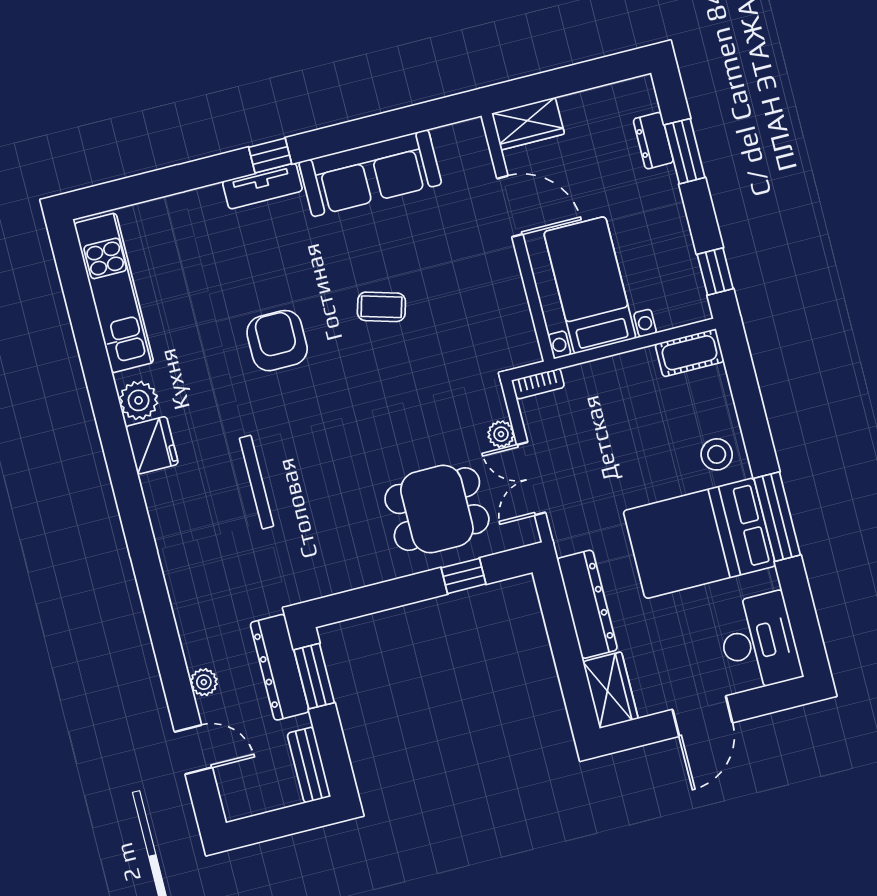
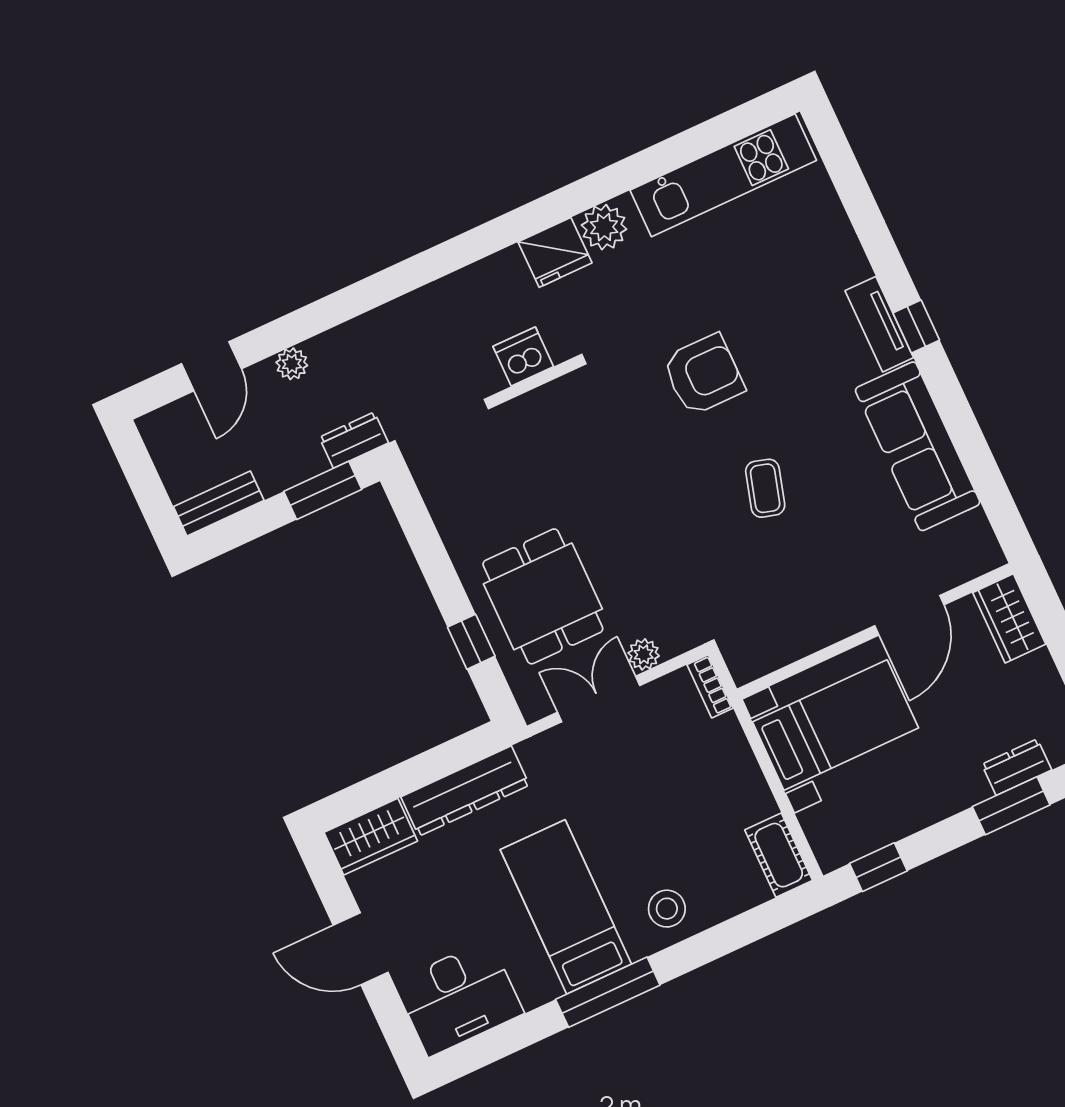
dishwasher: (234, 488) -> (523, 357), added
bed: (699, 538) -> (566, 907), width x0.67
dresser: (280, 667) -> (354, 440), width x0.51, depth x0.80

